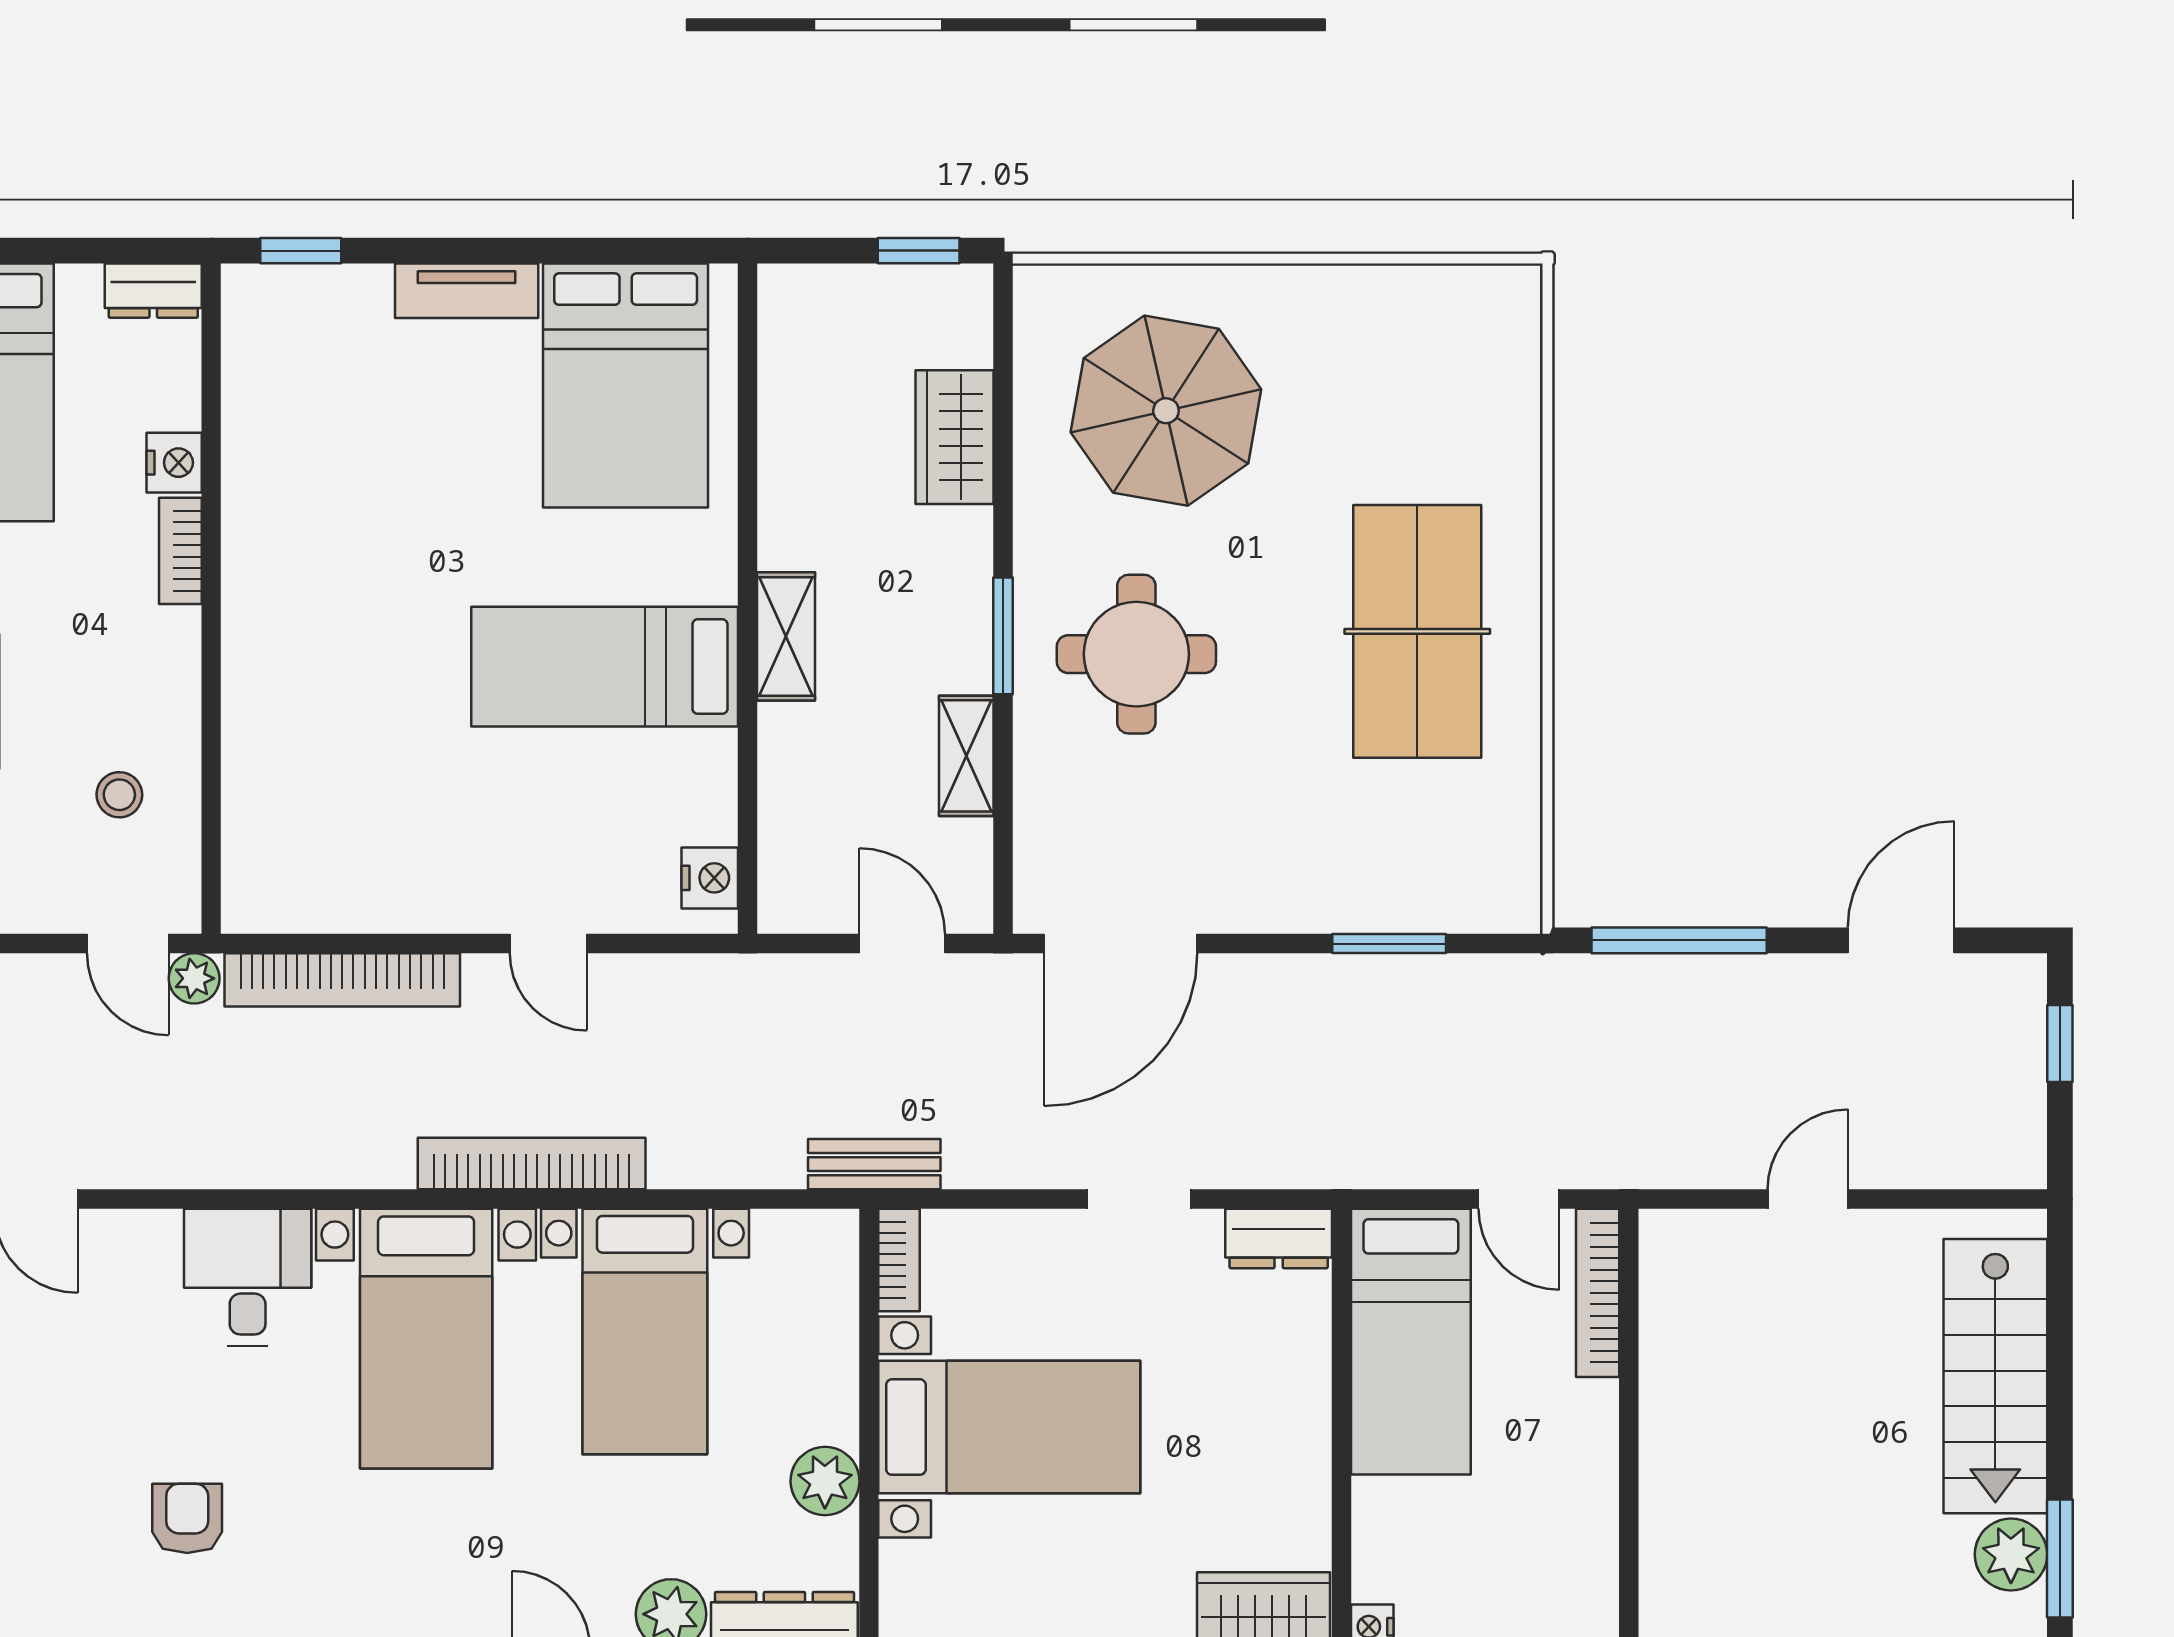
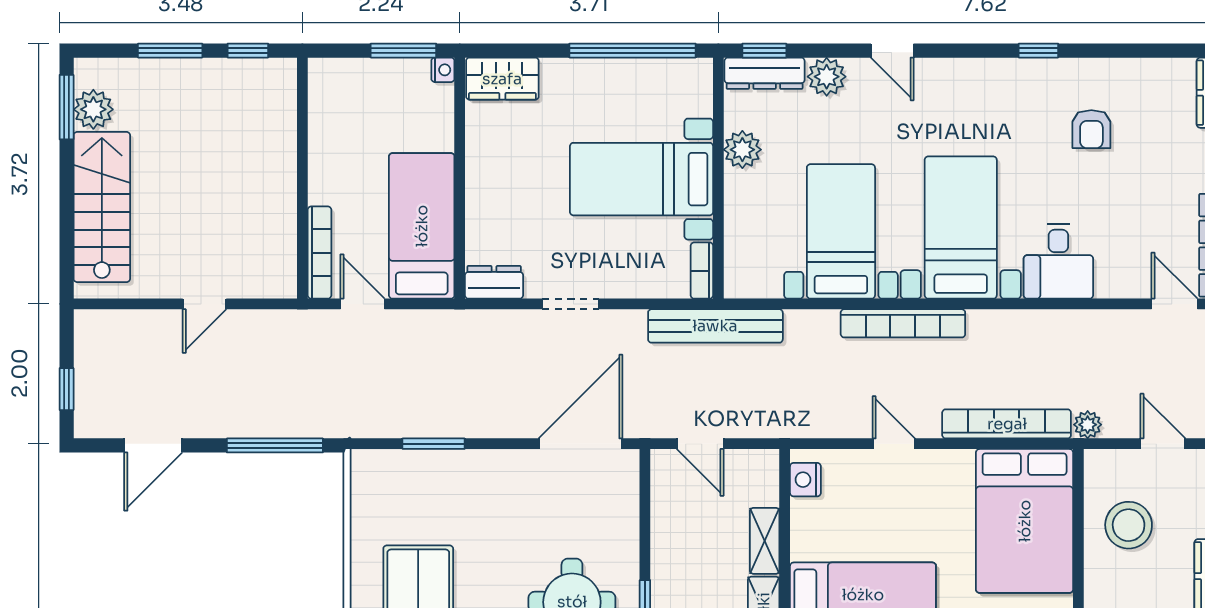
shelving: (966, 756) -> (765, 541), moved
stool: (119, 795) -> (1129, 525), width x1.89, depth x1.89
bed: (309, 802) -> (1025, 521), added
door: (128, 944) -> (1163, 444), moved
bench: (874, 1164) -> (715, 326), width x1.86, depth x1.21

